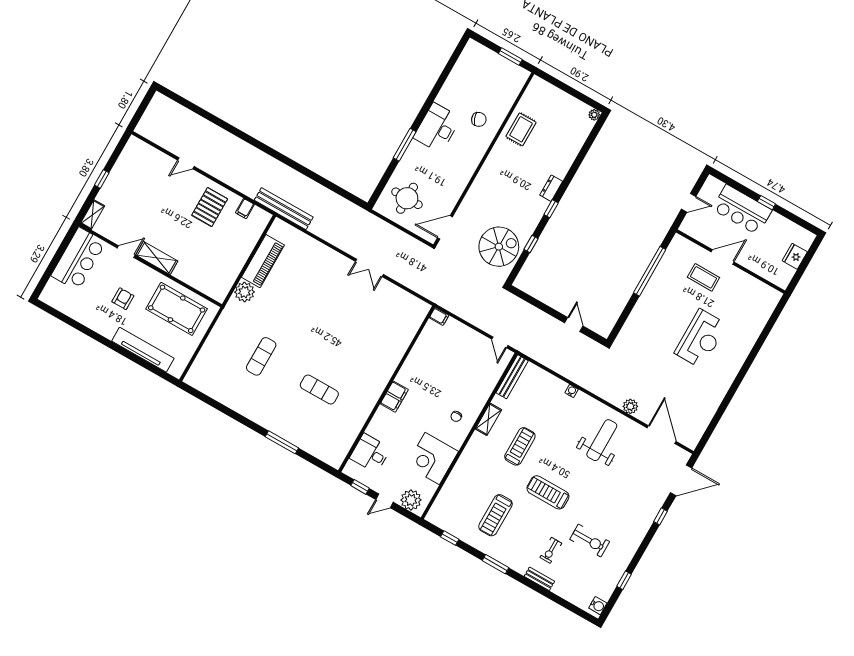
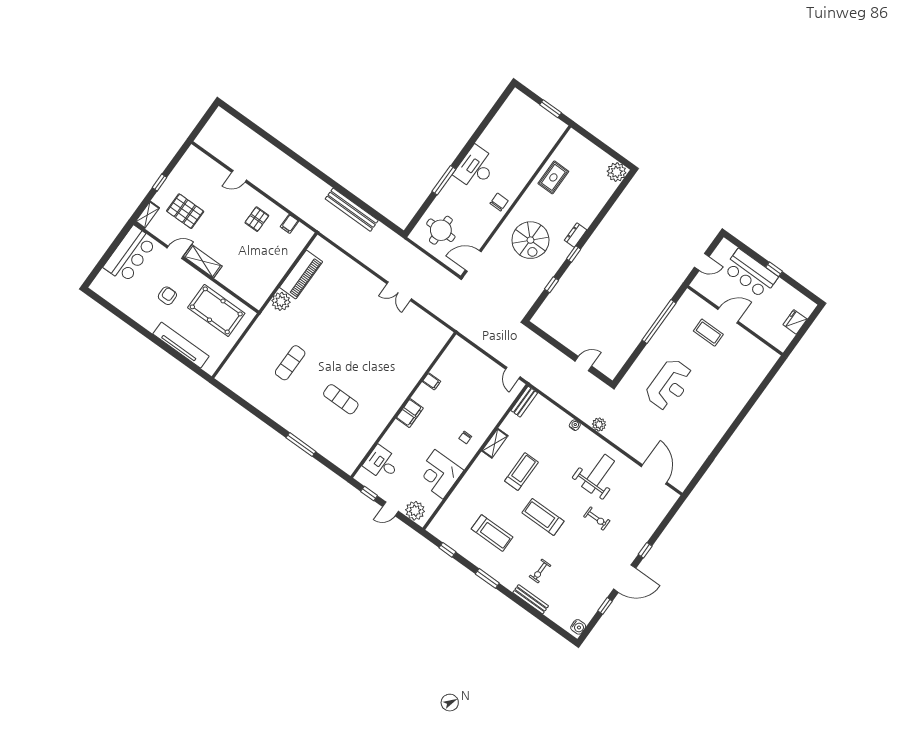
plant: (594, 115) -> (617, 172), width x1.87, depth x1.87
chair: (479, 119) -> (499, 202), moved, turned -69
pallet: (132, 207) -> (185, 211), added
pallet: (210, 207) -> (257, 219), width x0.67, depth x0.71
bench: (284, 209) -> (352, 210), moved
spiral stairs: (499, 247) -> (530, 240), moved, turned 90
filing cabinet: (439, 316) -> (432, 381), moved
door: (574, 324) -> (583, 364), hinge flipped
reception desk: (701, 339) -> (669, 385), moved
bench: (512, 377) -> (524, 402), width x0.73
plant: (630, 406) -> (599, 424), moved
door: (681, 480) -> (625, 579), moved
treadmill: (495, 515) -> (492, 533), turned -90
exercise bike: (590, 540) -> (597, 519), moved, width x0.73, depth x0.72
bench: (539, 579) -> (531, 599), width x1.36

